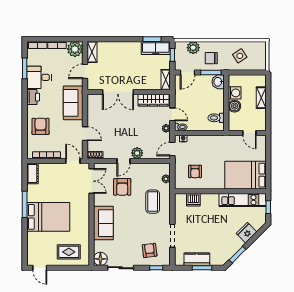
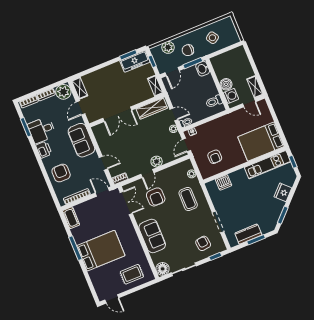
washing machine: (235, 93) -> (231, 96), moved
shelving: (261, 98) -> (255, 87), moved

